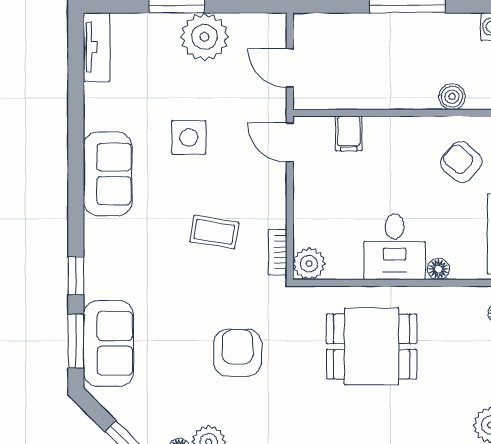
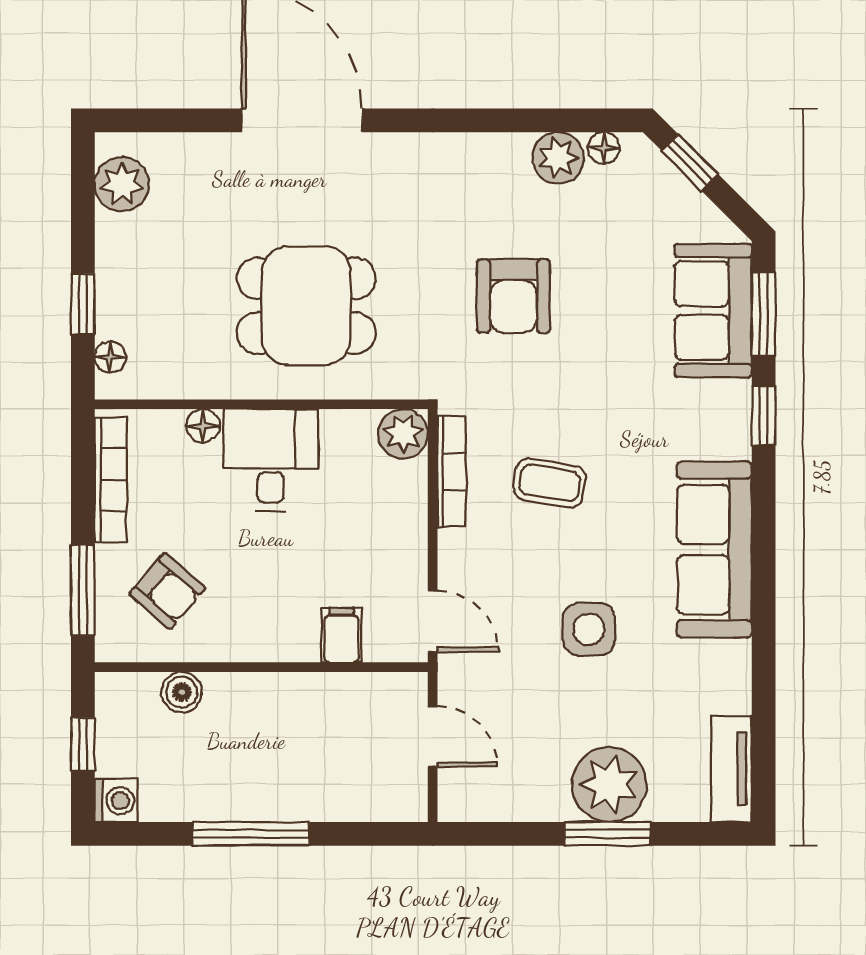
plant: (204, 37) -> (609, 785), moved
sofa: (108, 174) -> (714, 549), width x1.36
bookcase: (278, 252) -> (452, 471), width x1.56

